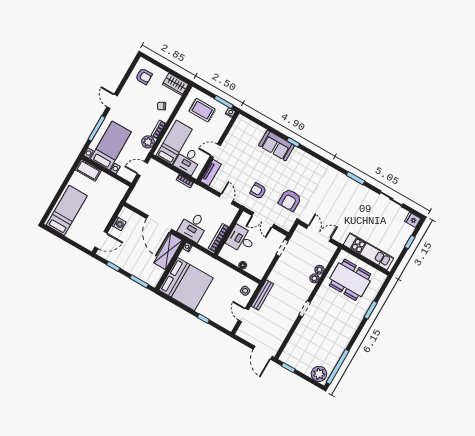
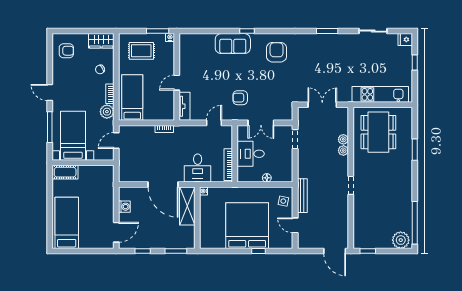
desk: (188, 161) -> (156, 108), removed
door: (226, 199) -> (214, 123), hinge flipped
armchair: (290, 200) -> (277, 52), moved, turned 180
dining table: (350, 280) -> (378, 132), turned 90
bed: (186, 284) -> (247, 226), moved, turned -90

